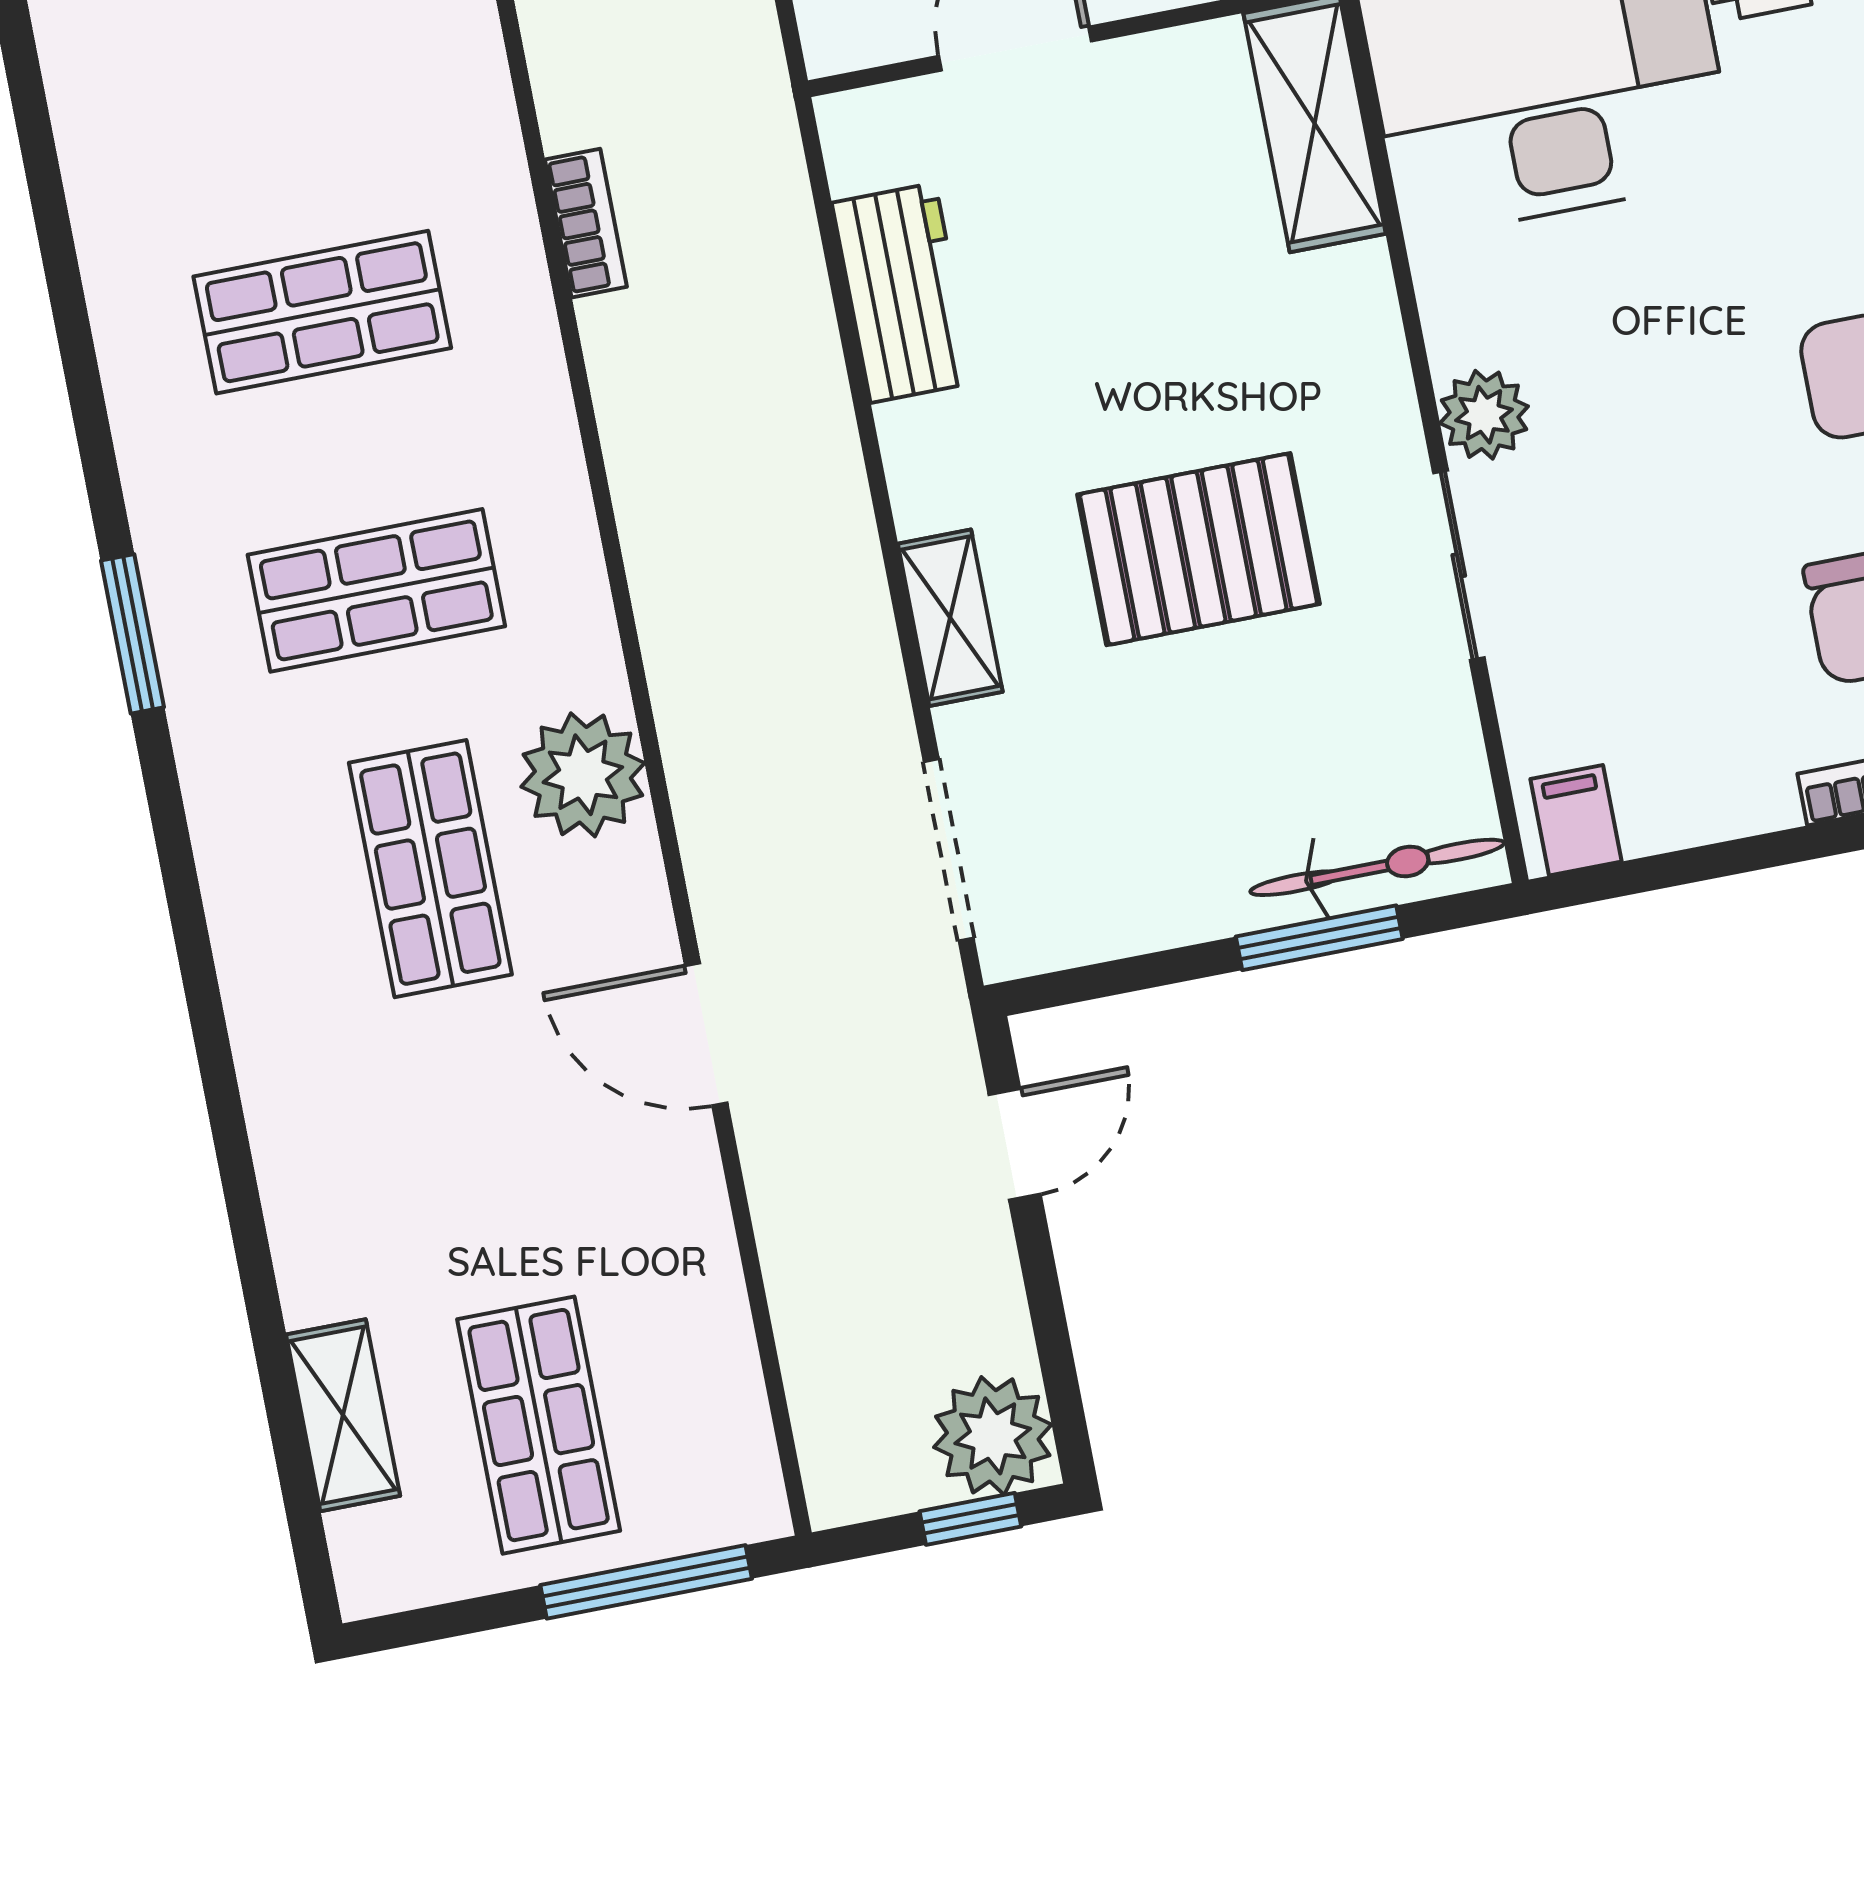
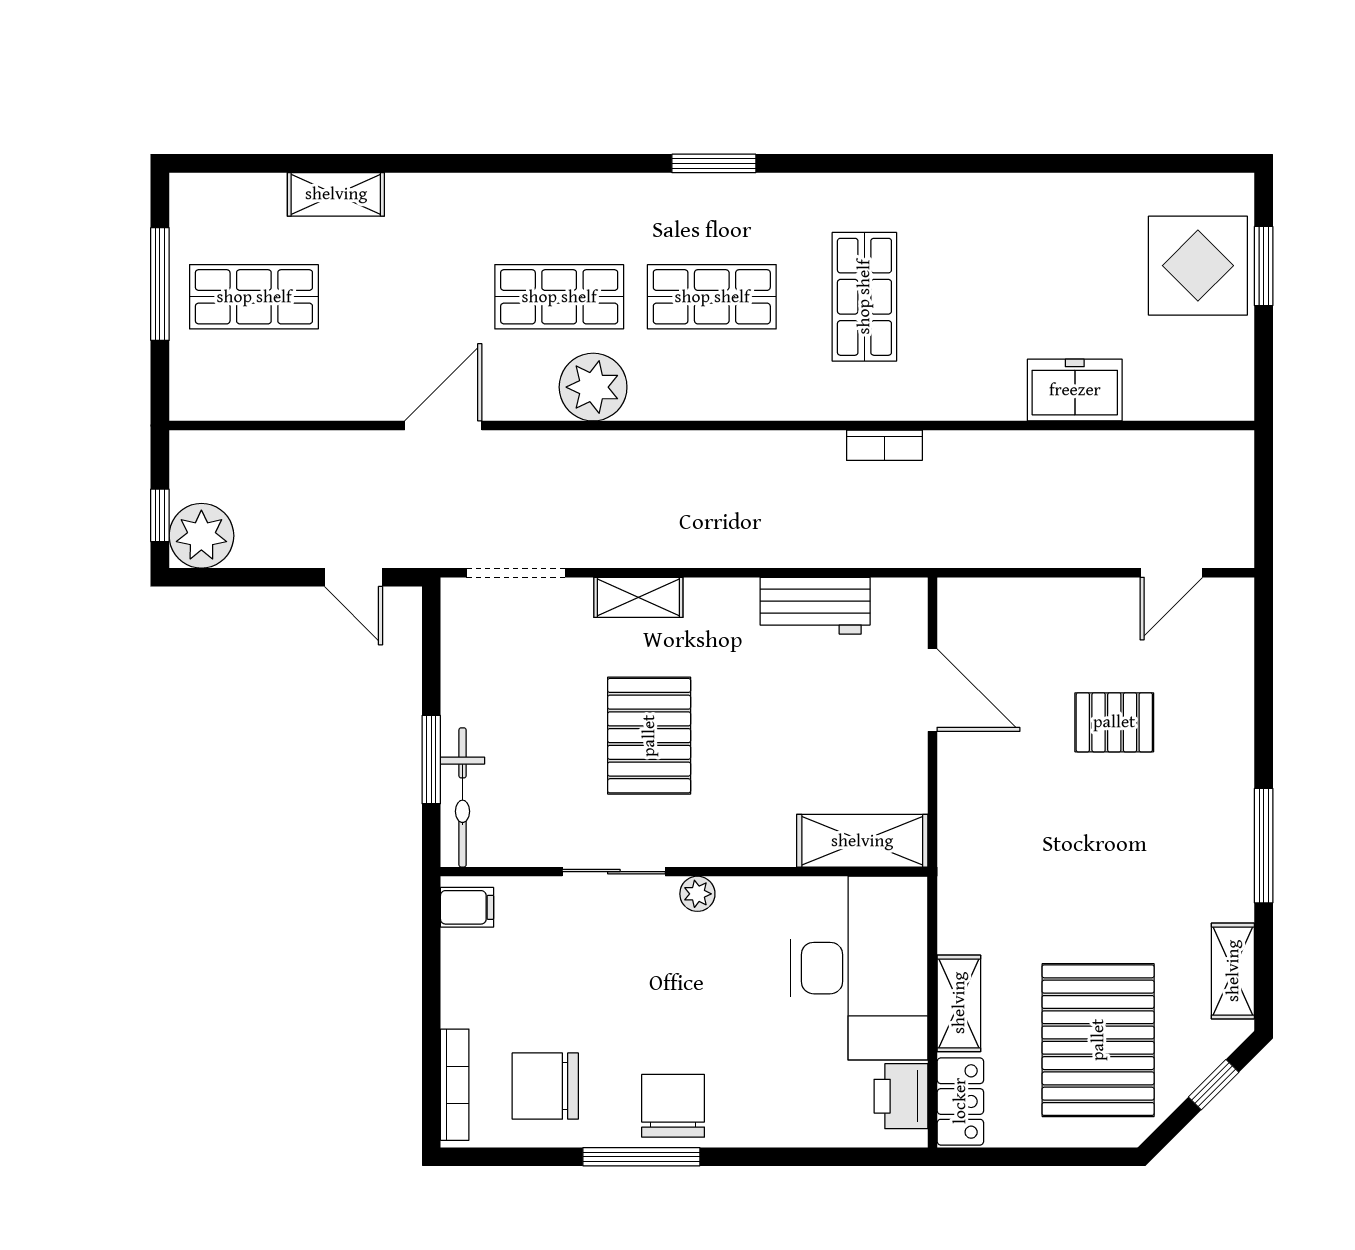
plant: (1484, 415) -> (697, 894), width x0.73, depth x0.73
shop shelf: (376, 590) -> (712, 297), turned 90
shelving: (343, 1415) -> (336, 194), moved
window: (646, 1582) -> (160, 284), moved

